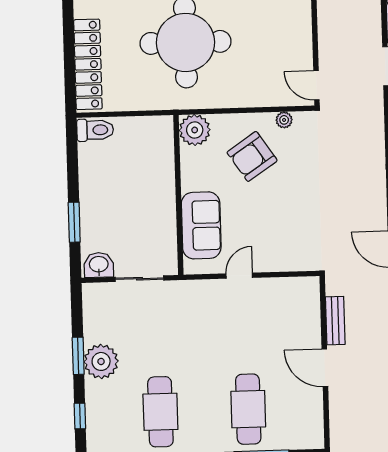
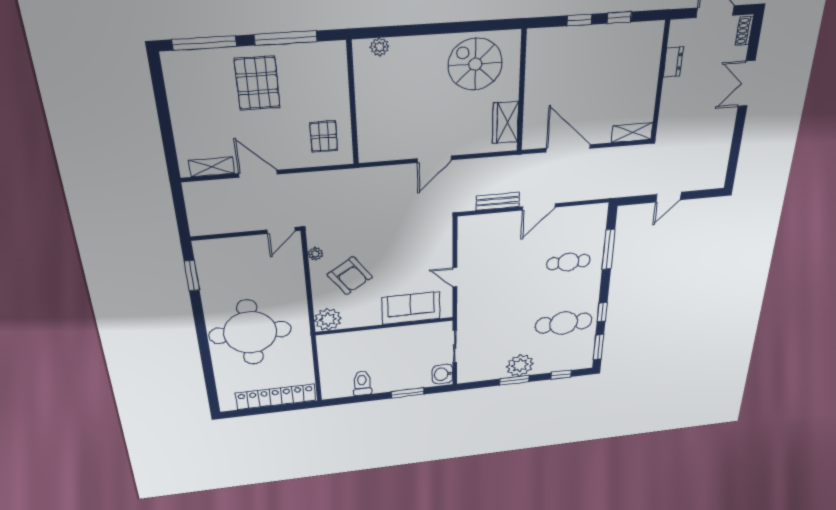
toilet: (95, 130) -> (362, 383), moved
cafe table: (248, 409) -> (568, 262), width x0.73, depth x0.74

